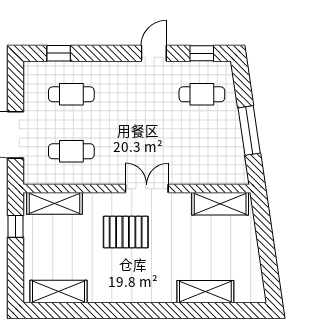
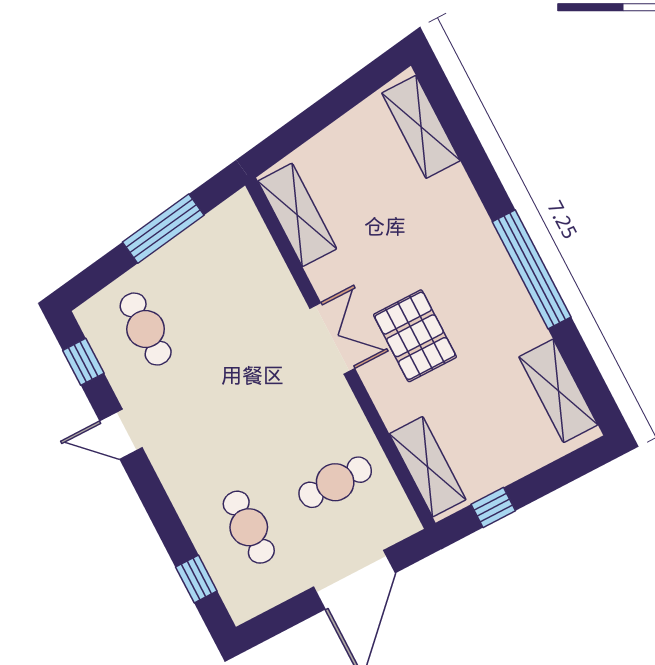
cafe table: (71, 151) -> (335, 482), turned 90
double door: (147, 189) -> (332, 338), swing flipped
shelving: (205, 292) -> (421, 127), moved
window: (129, 311) -> (532, 269), added

